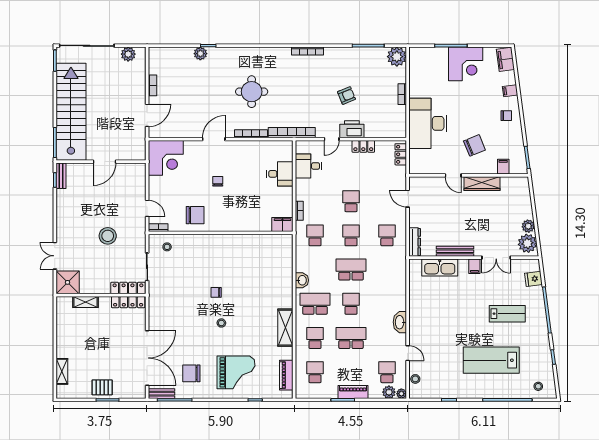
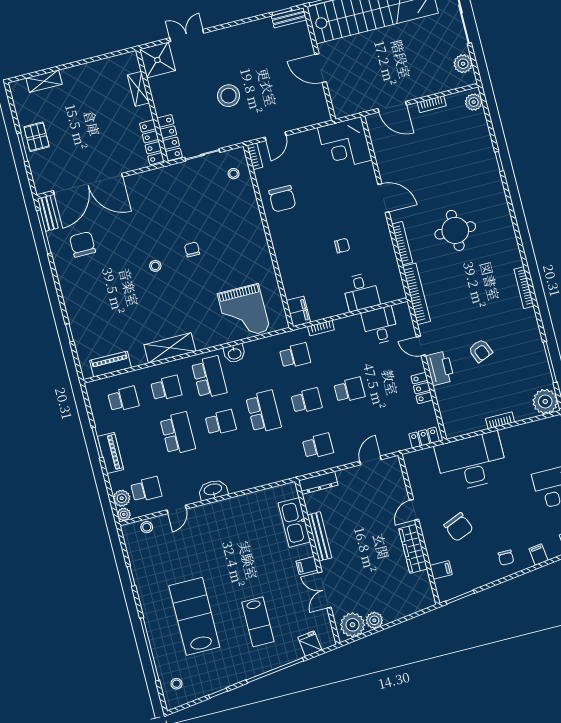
plant: (200, 54) -> (474, 102), moved
chair: (218, 181) -> (342, 246), moved
grand piano: (236, 372) -> (244, 312), moved

